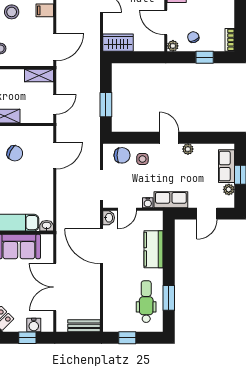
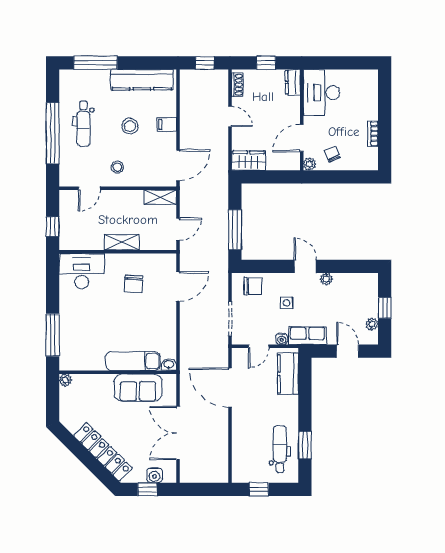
door: (166, 22) -> (302, 138), hinge flipped
bookcase: (230, 40) -> (373, 134), moved
window: (205, 57) -> (345, 177), removed
window: (106, 105) -> (235, 230), width x1.44
chair: (15, 153) -> (133, 284), turned 66
side table: (142, 159) -> (286, 303), moved
row of seats: (227, 166) -> (369, 298), removed
door: (207, 214) -> (348, 351), swing flipped
washbasin: (109, 218) -> (238, 356), removed
kitchen counter: (154, 249) -> (288, 374), moved
bench: (84, 326) -> (210, 476), removed

